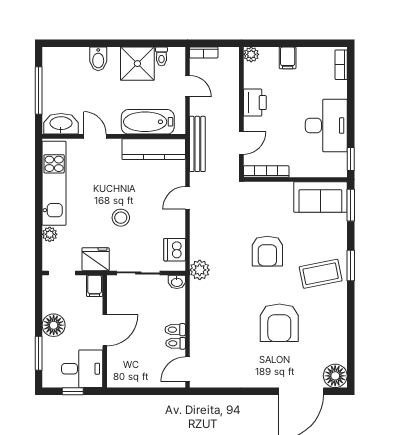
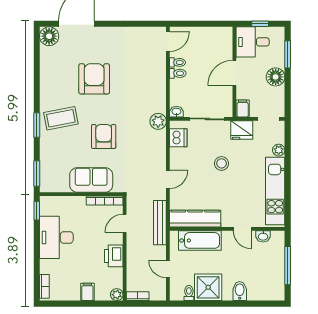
bookcase: (204, 52) -> (138, 296), moved
washbasin: (61, 124) -> (263, 236), width x0.52, depth x0.69
sofa: (320, 197) -> (91, 180), moved

